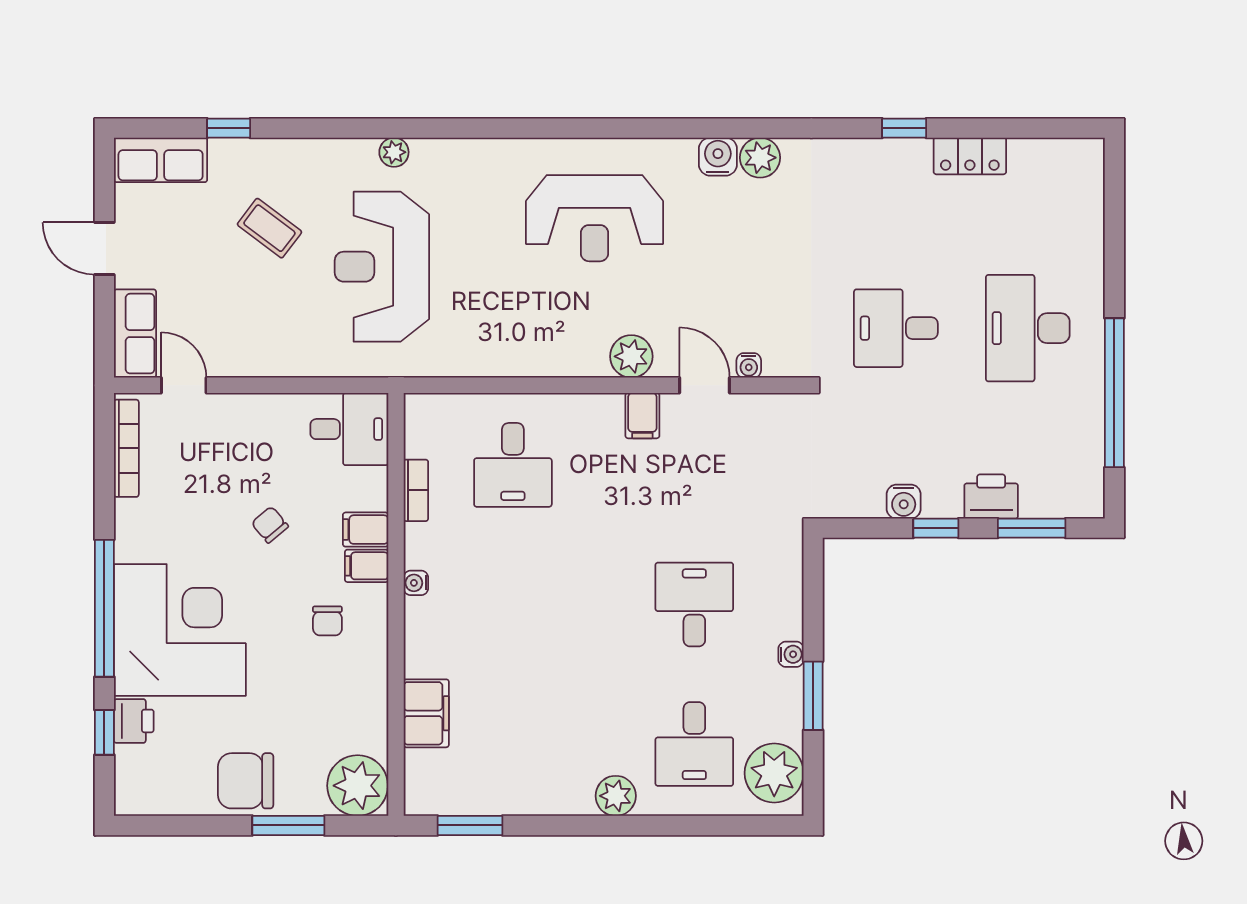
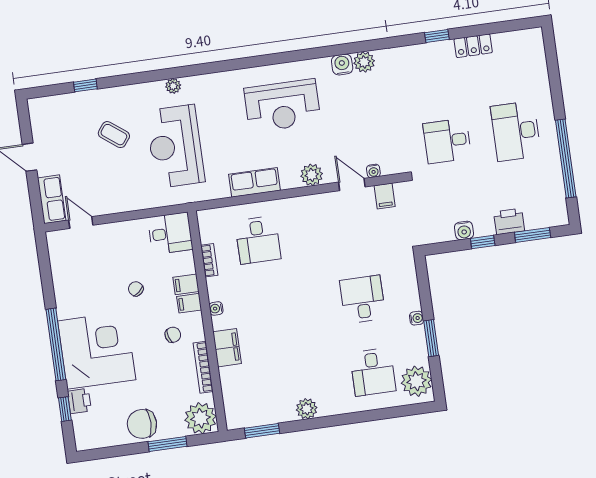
row of seats: (161, 160) -> (255, 182), moved, turned 180
filing cabinet: (642, 416) -> (385, 196), moved
bookcase: (126, 448) -> (203, 367), moved, turned 180
chair: (327, 621) -> (173, 335), turned -107
filing cabinet: (426, 713) -> (227, 348), moved
plant: (616, 796) -> (307, 409), moved

